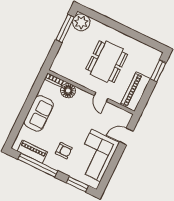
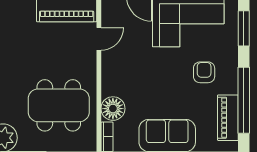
dining table: (107, 62) -> (59, 105), moved
door: (101, 97) -> (99, 39), moved

